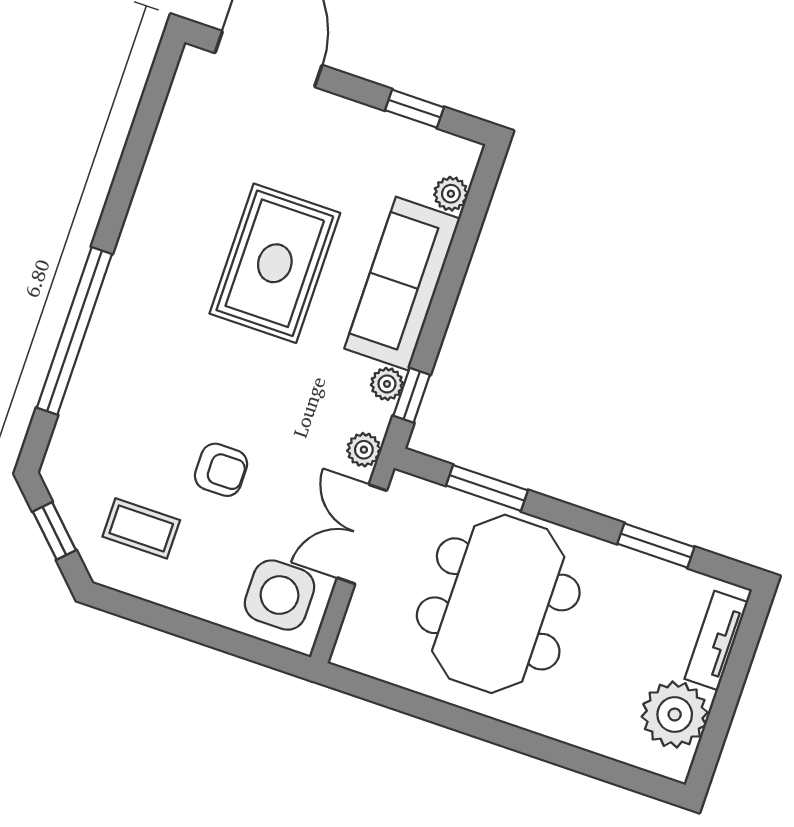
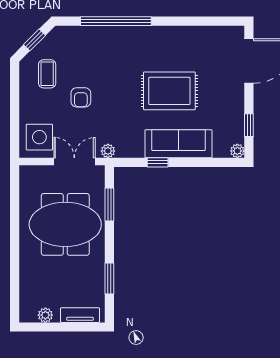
plant: (451, 194) -> (237, 151), moved
plant: (387, 384) -> (137, 151), removed
window: (412, 395) -> (158, 162), moved
plant: (675, 715) -> (45, 315), width x0.53, depth x0.53

